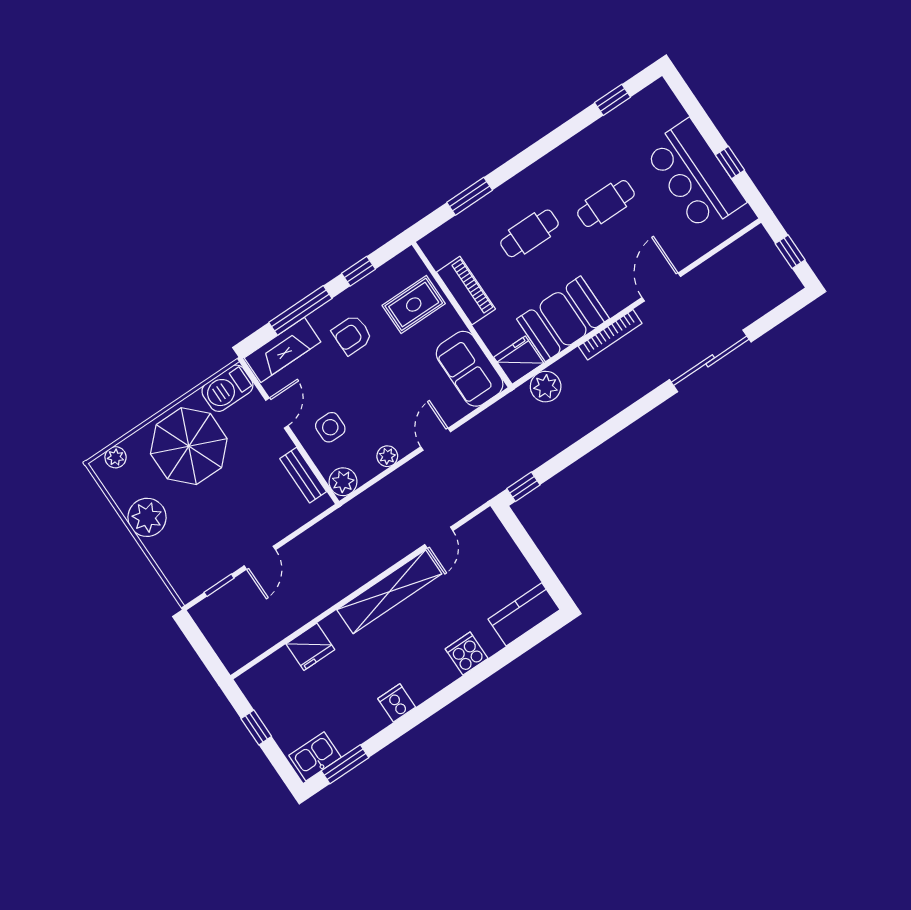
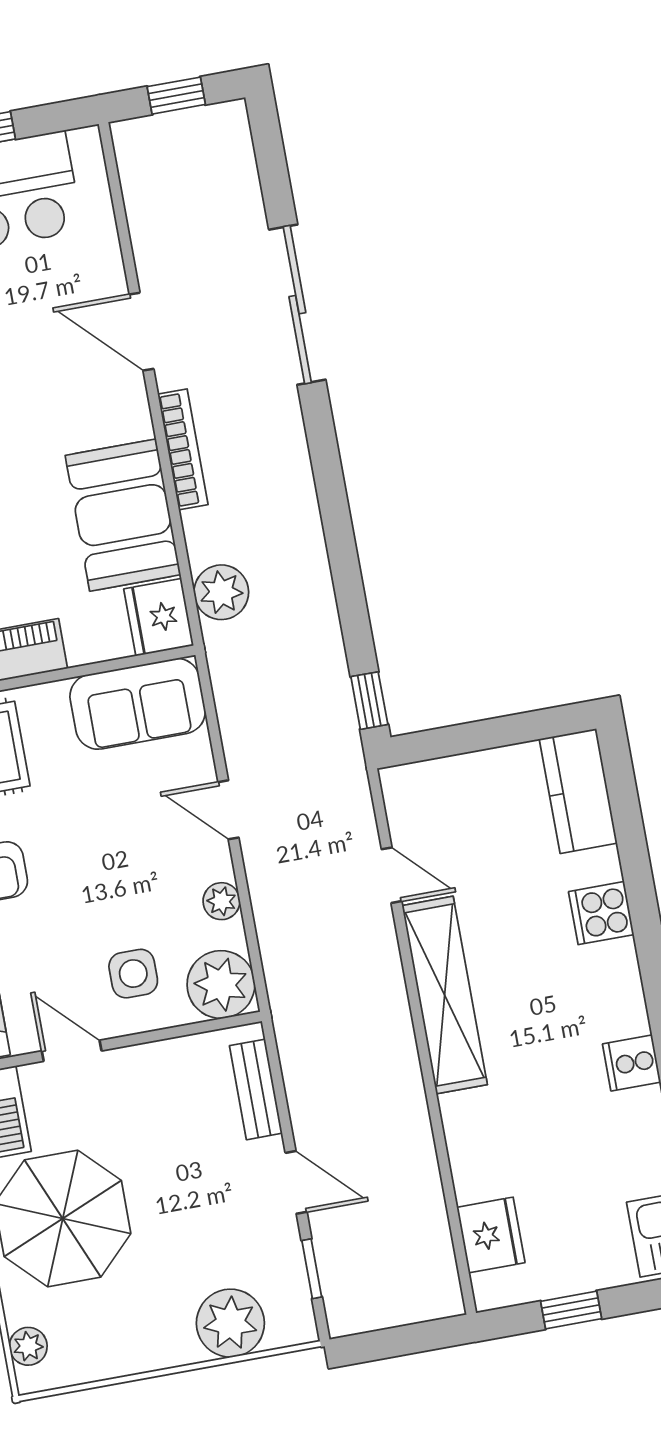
bench: (303, 475) -> (256, 1089), moved, turned 90
plant: (343, 482) -> (221, 984), width x1.36, depth x1.36
plant: (147, 517) -> (230, 1323), moved
fridge: (310, 647) -> (491, 1235), moved

